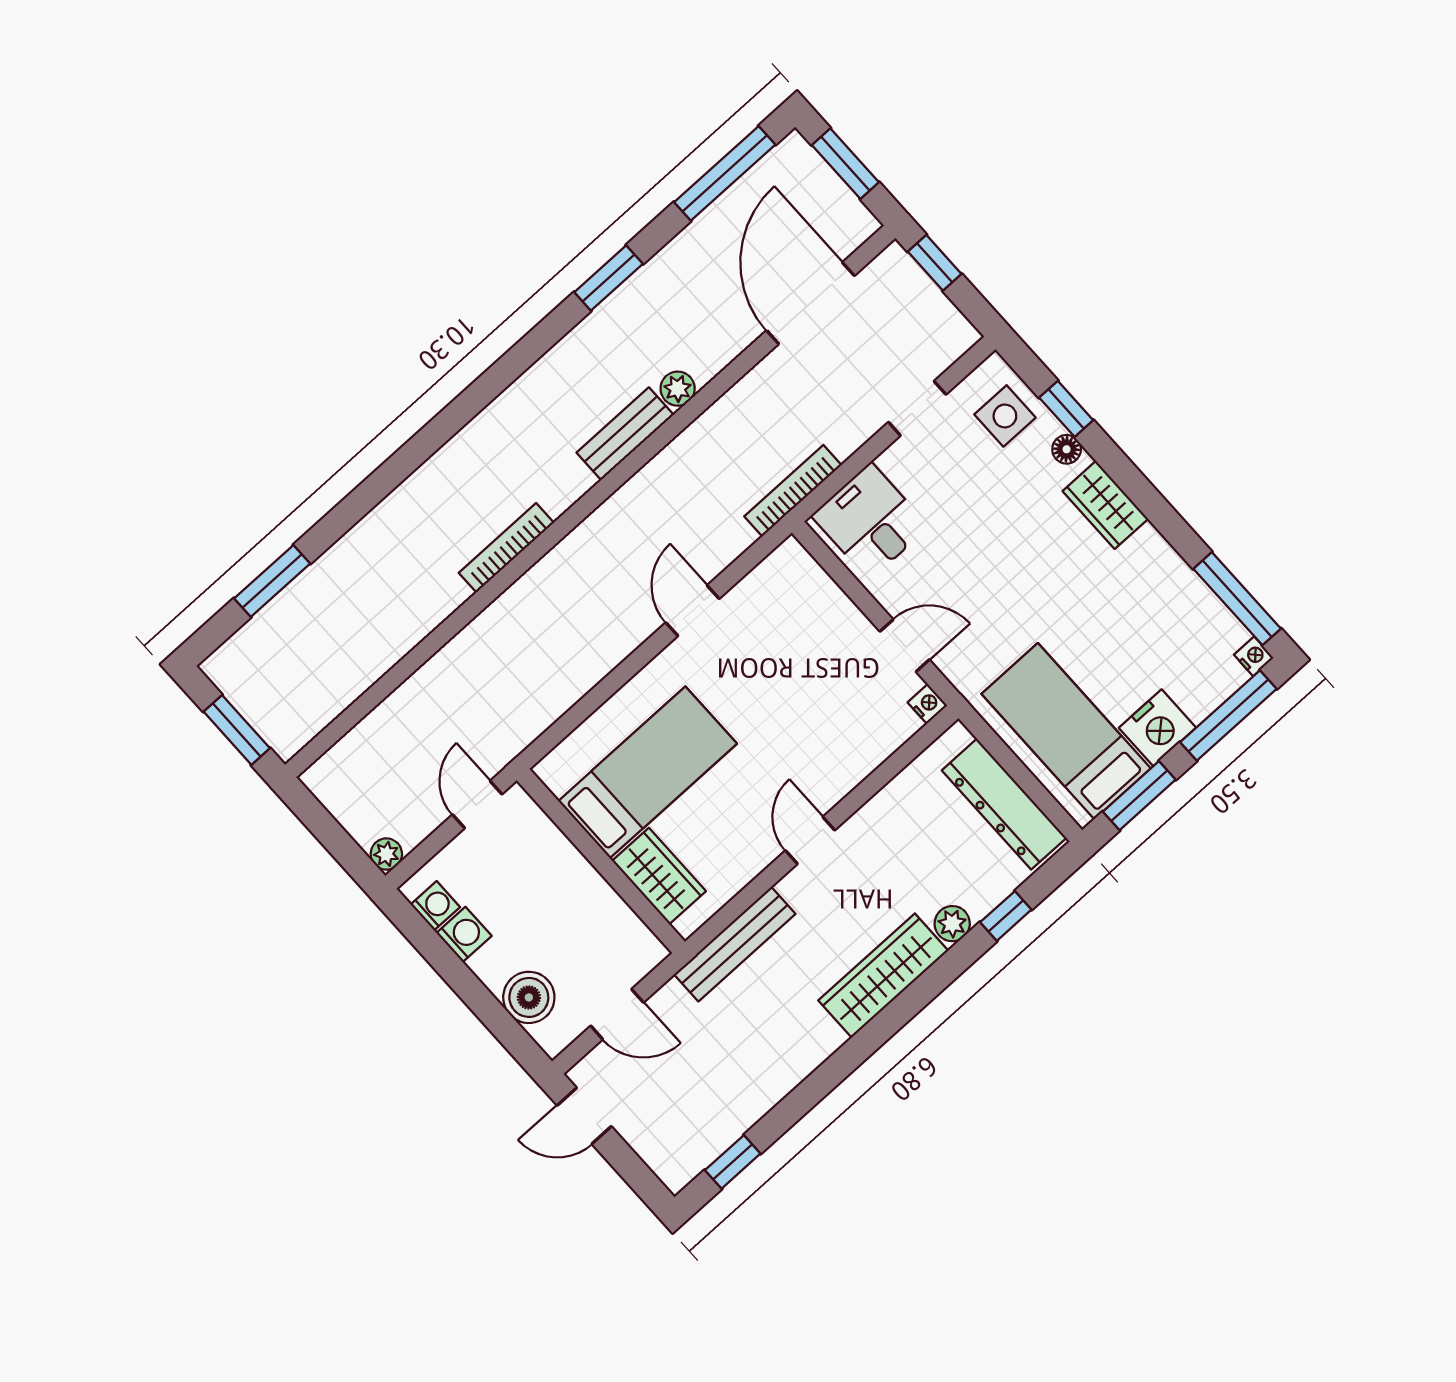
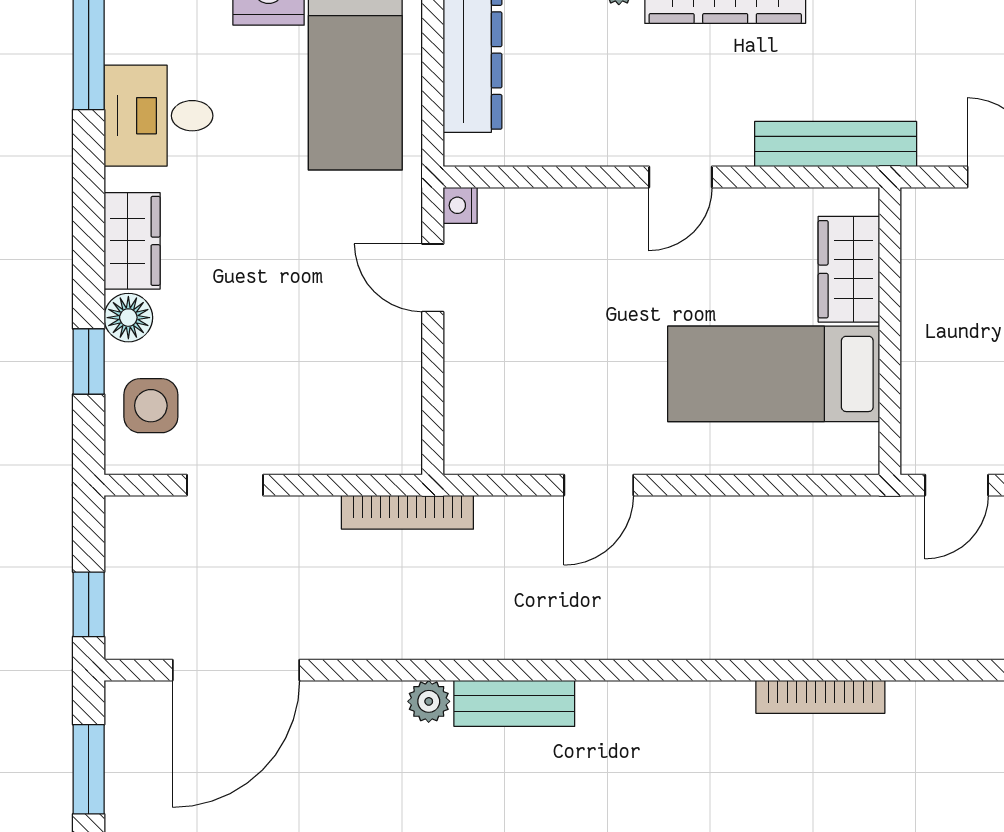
floor lamp: (1067, 449) -> (128, 318), width x1.37, depth x1.37
desk: (870, 521) -> (158, 116), moved, turned 90
bookcase: (506, 548) -> (820, 697), moved

